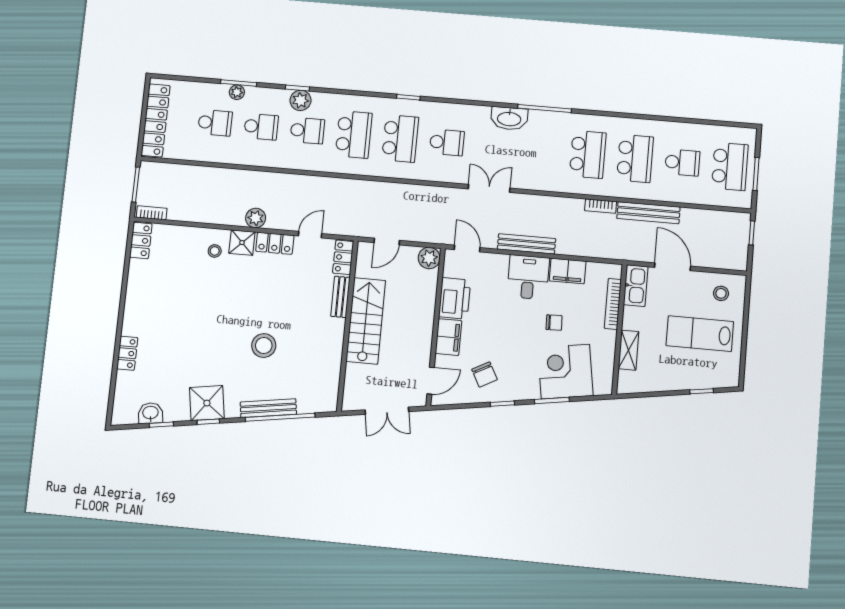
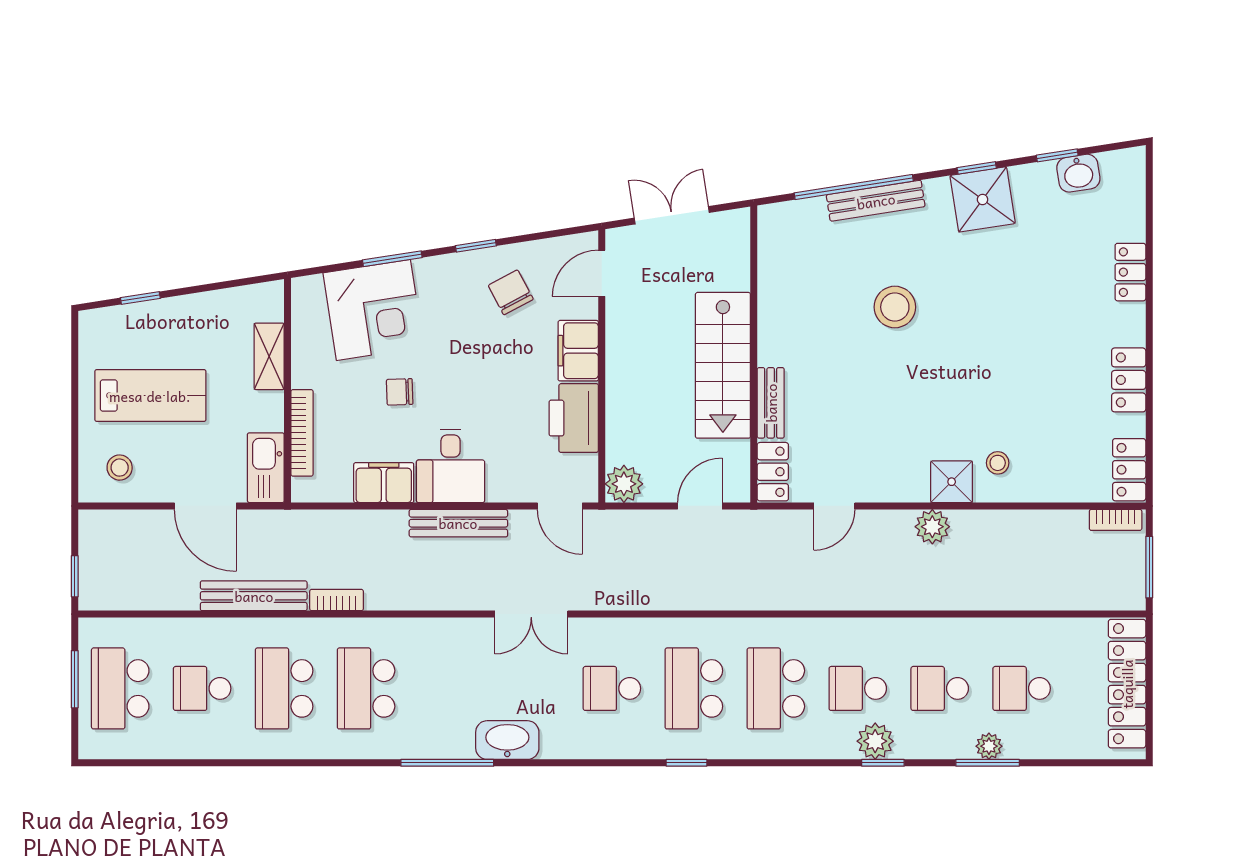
locker: (275, 243) -> (1129, 380), moved, turned -90

